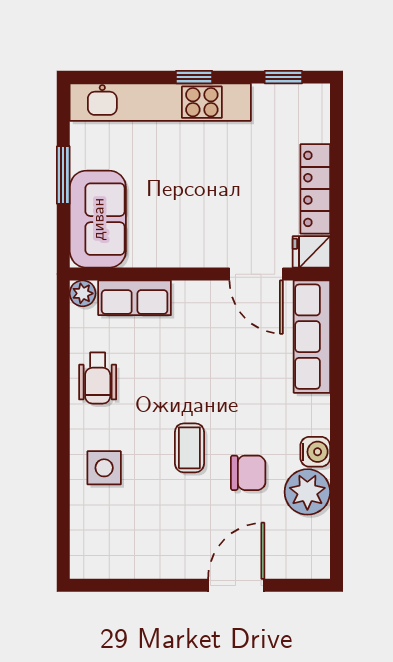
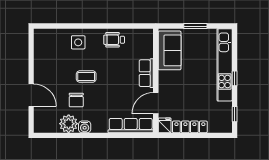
sofa: (98, 219) -> (170, 50), moved, turned -90
plant: (83, 293) -> (148, 34), removed
row of seats: (135, 298) -> (146, 73), moved

